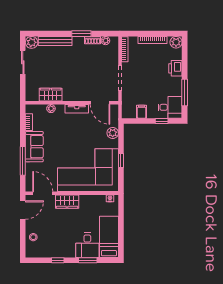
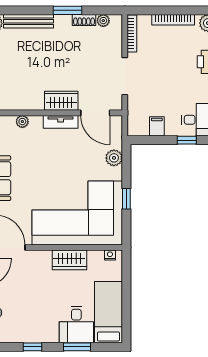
wardrobe: (51, 95) -> (61, 101), moved
wardrobe: (67, 202) -> (69, 260), moved

